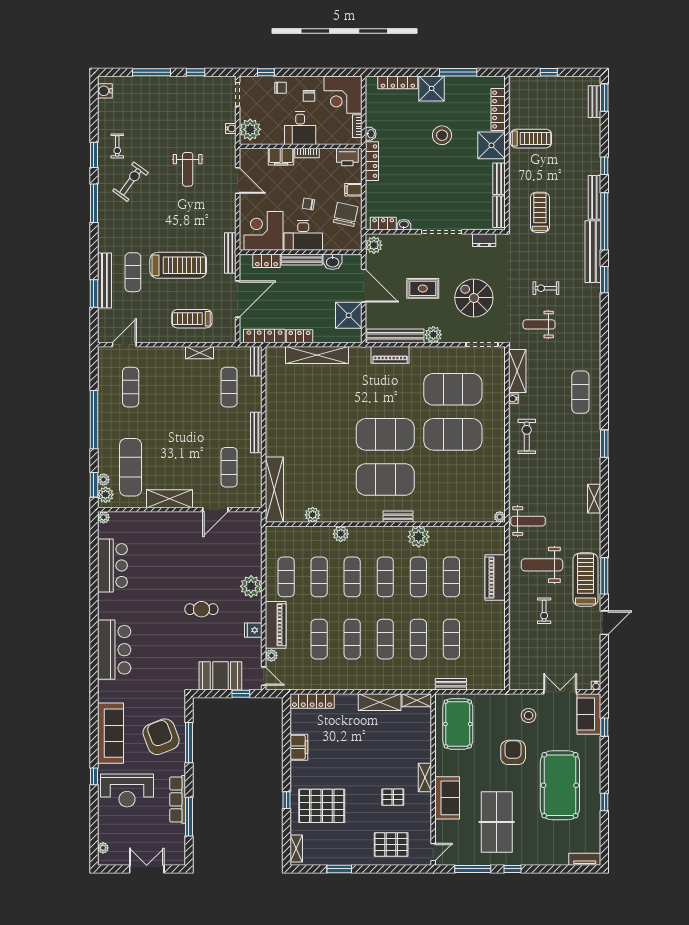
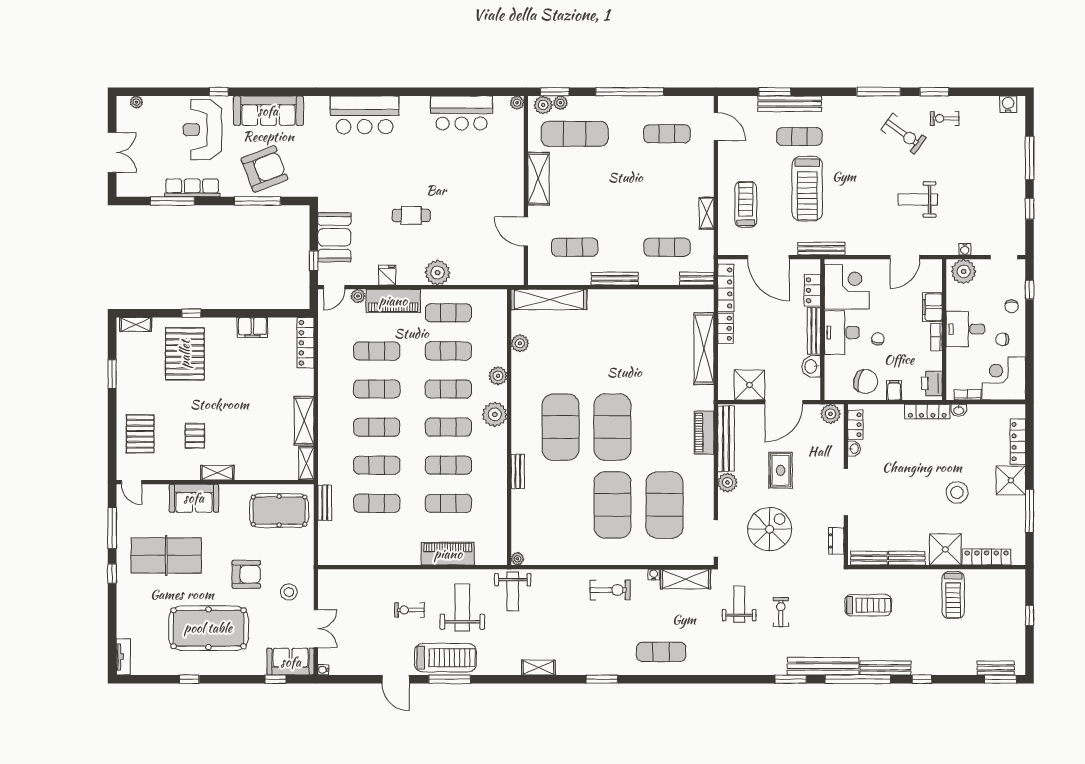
bench: (398, 517) -> (518, 471), moved
plant: (419, 537) -> (495, 414), moved
cafe table: (201, 609) -> (411, 215), turned 90

